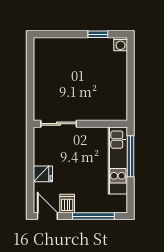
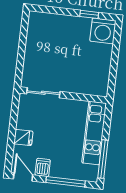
washing machine: (121, 44) -> (103, 31), width x1.89, depth x1.89
window: (130, 156) -> (103, 159), moved

